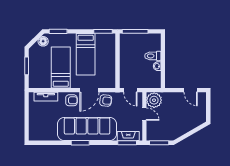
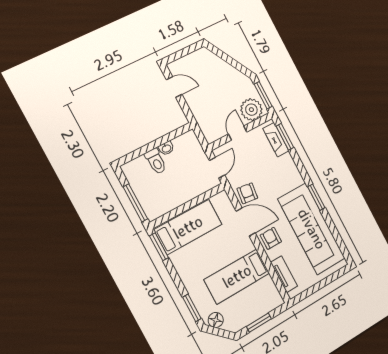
bed: (86, 54) -> (188, 227), moved
door: (191, 90) -> (174, 87), hinge flipped
plant: (154, 100) -> (251, 110), moved
sofa: (87, 129) -> (312, 229), moved

